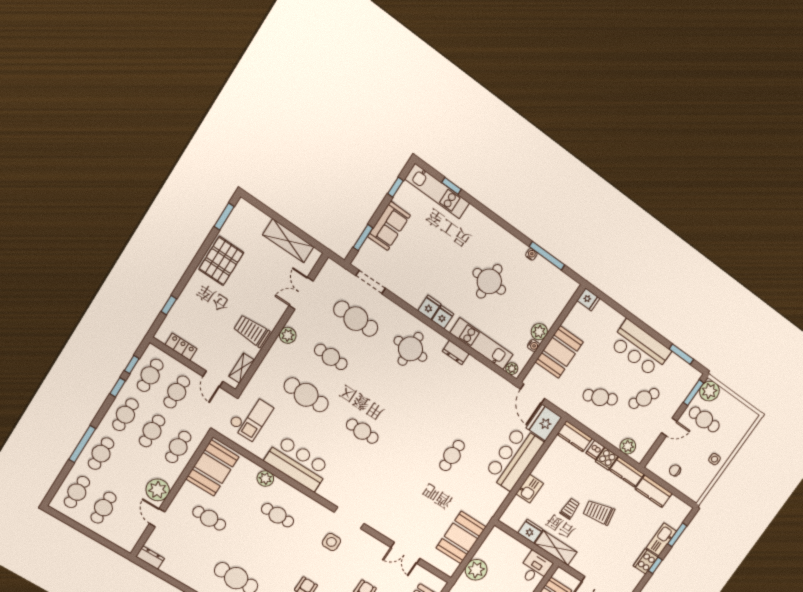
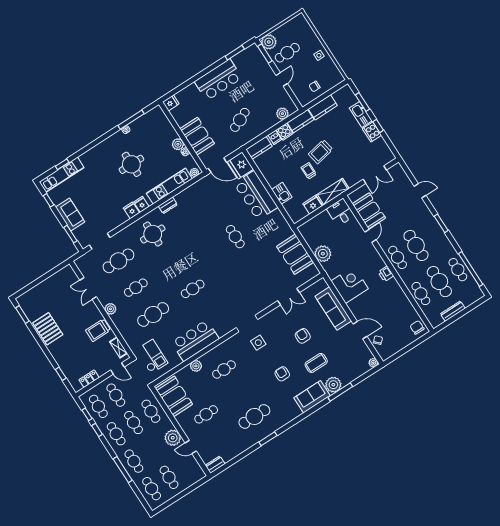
shelving: (288, 241) -> (53, 282), removed
cafe table: (644, 398) -> (254, 90), removed

